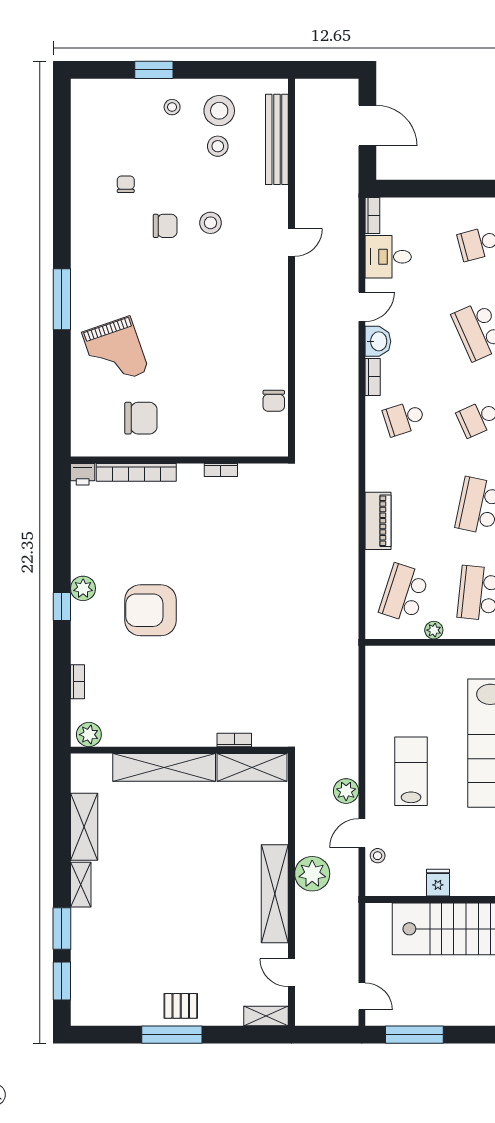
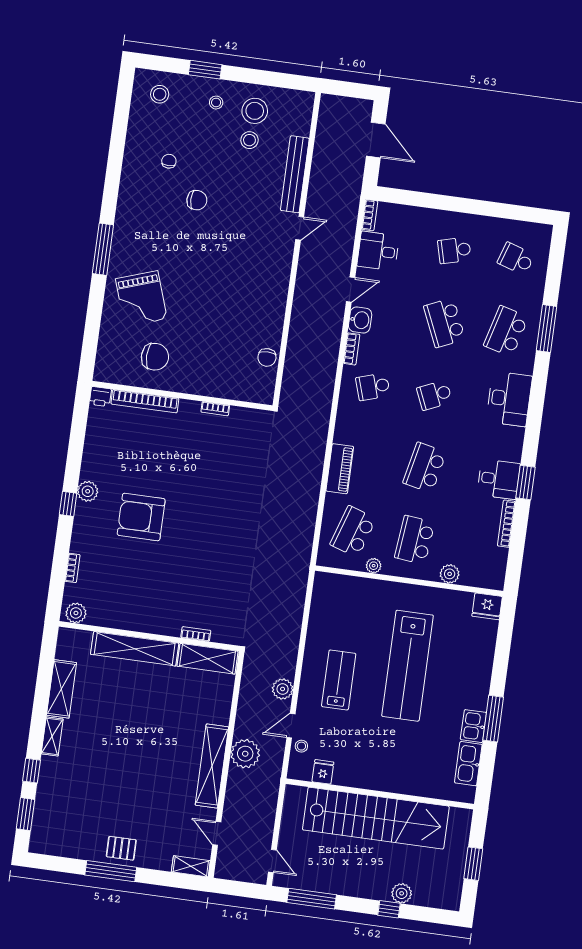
bench: (277, 139) -> (295, 174), moved
stool: (211, 223) -> (160, 94), moved
fridge: (438, 883) -> (323, 772), moved
window: (62, 929) -> (32, 771), width x0.67

